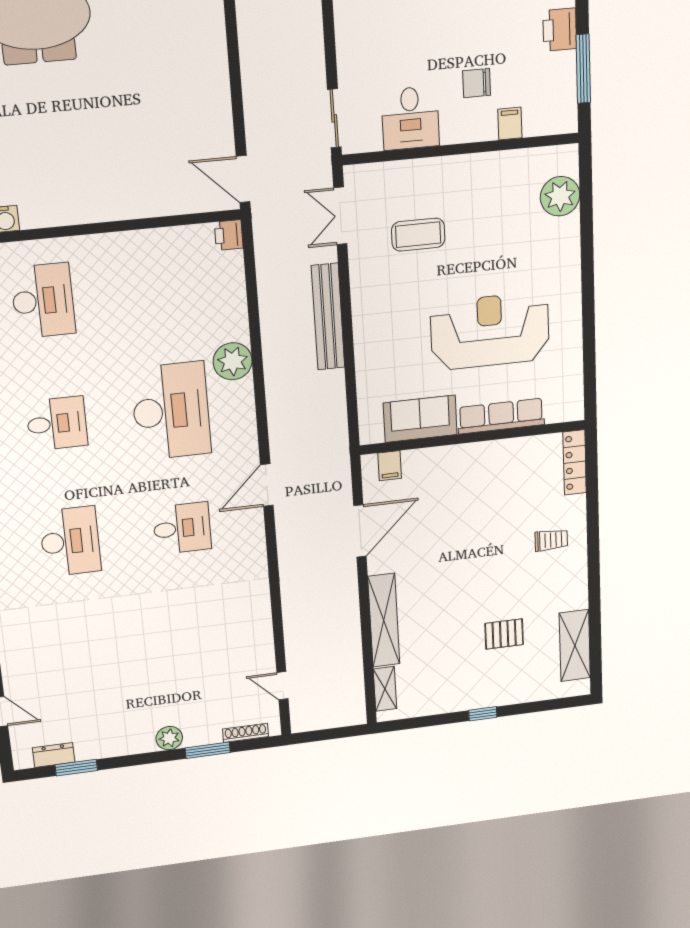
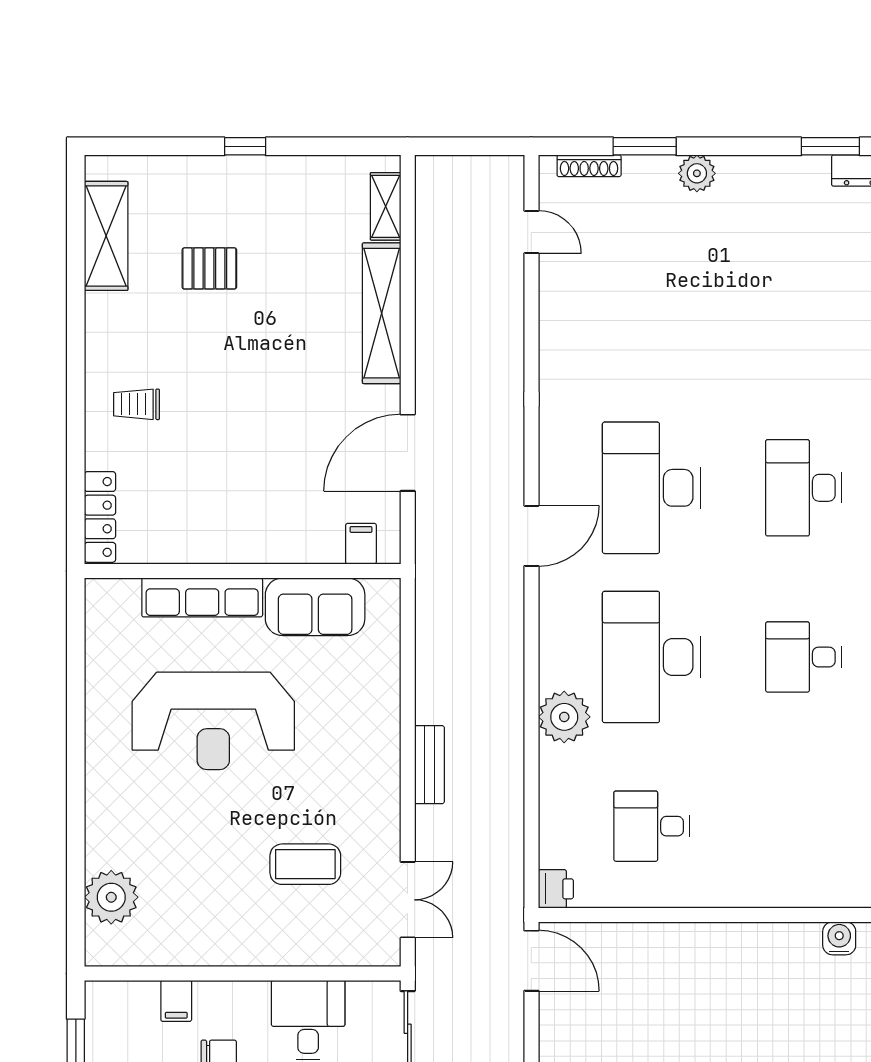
desk: (43, 301) -> (652, 826), moved, width x0.73
bench: (328, 317) -> (429, 765), width x0.54, depth x0.82
desk: (182, 528) -> (652, 488), width x1.87, depth x1.30

